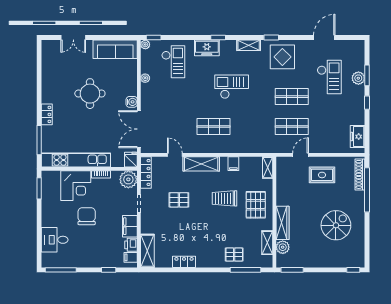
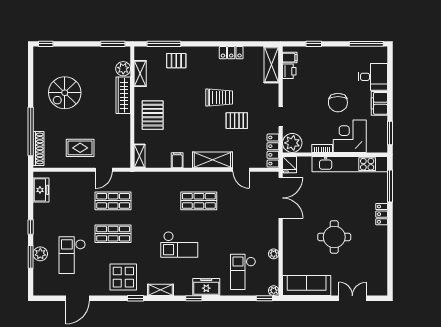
water cooler: (132, 102) -> (289, 228), removed
trolley: (224, 198) -> (219, 98), moved
filing cabinet: (130, 226) -> (379, 103), moved, turned 180

